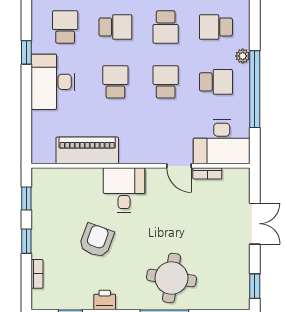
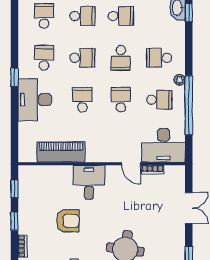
armchair: (96, 241) -> (68, 221), turned 70

